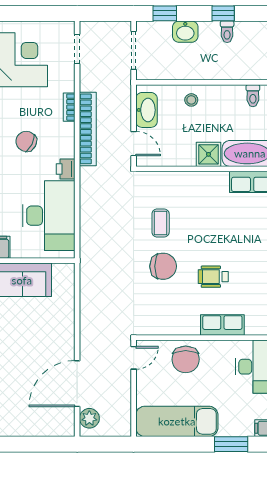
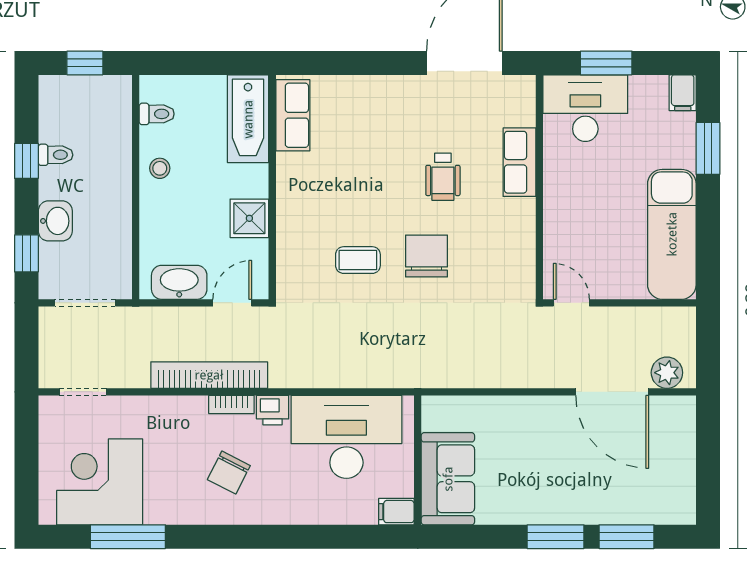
stool: (191, 100) -> (160, 168), moved
bookcase: (69, 107) -> (231, 405), moved
shower: (209, 154) -> (249, 218), moved
chair: (186, 359) -> (574, 220), removed

